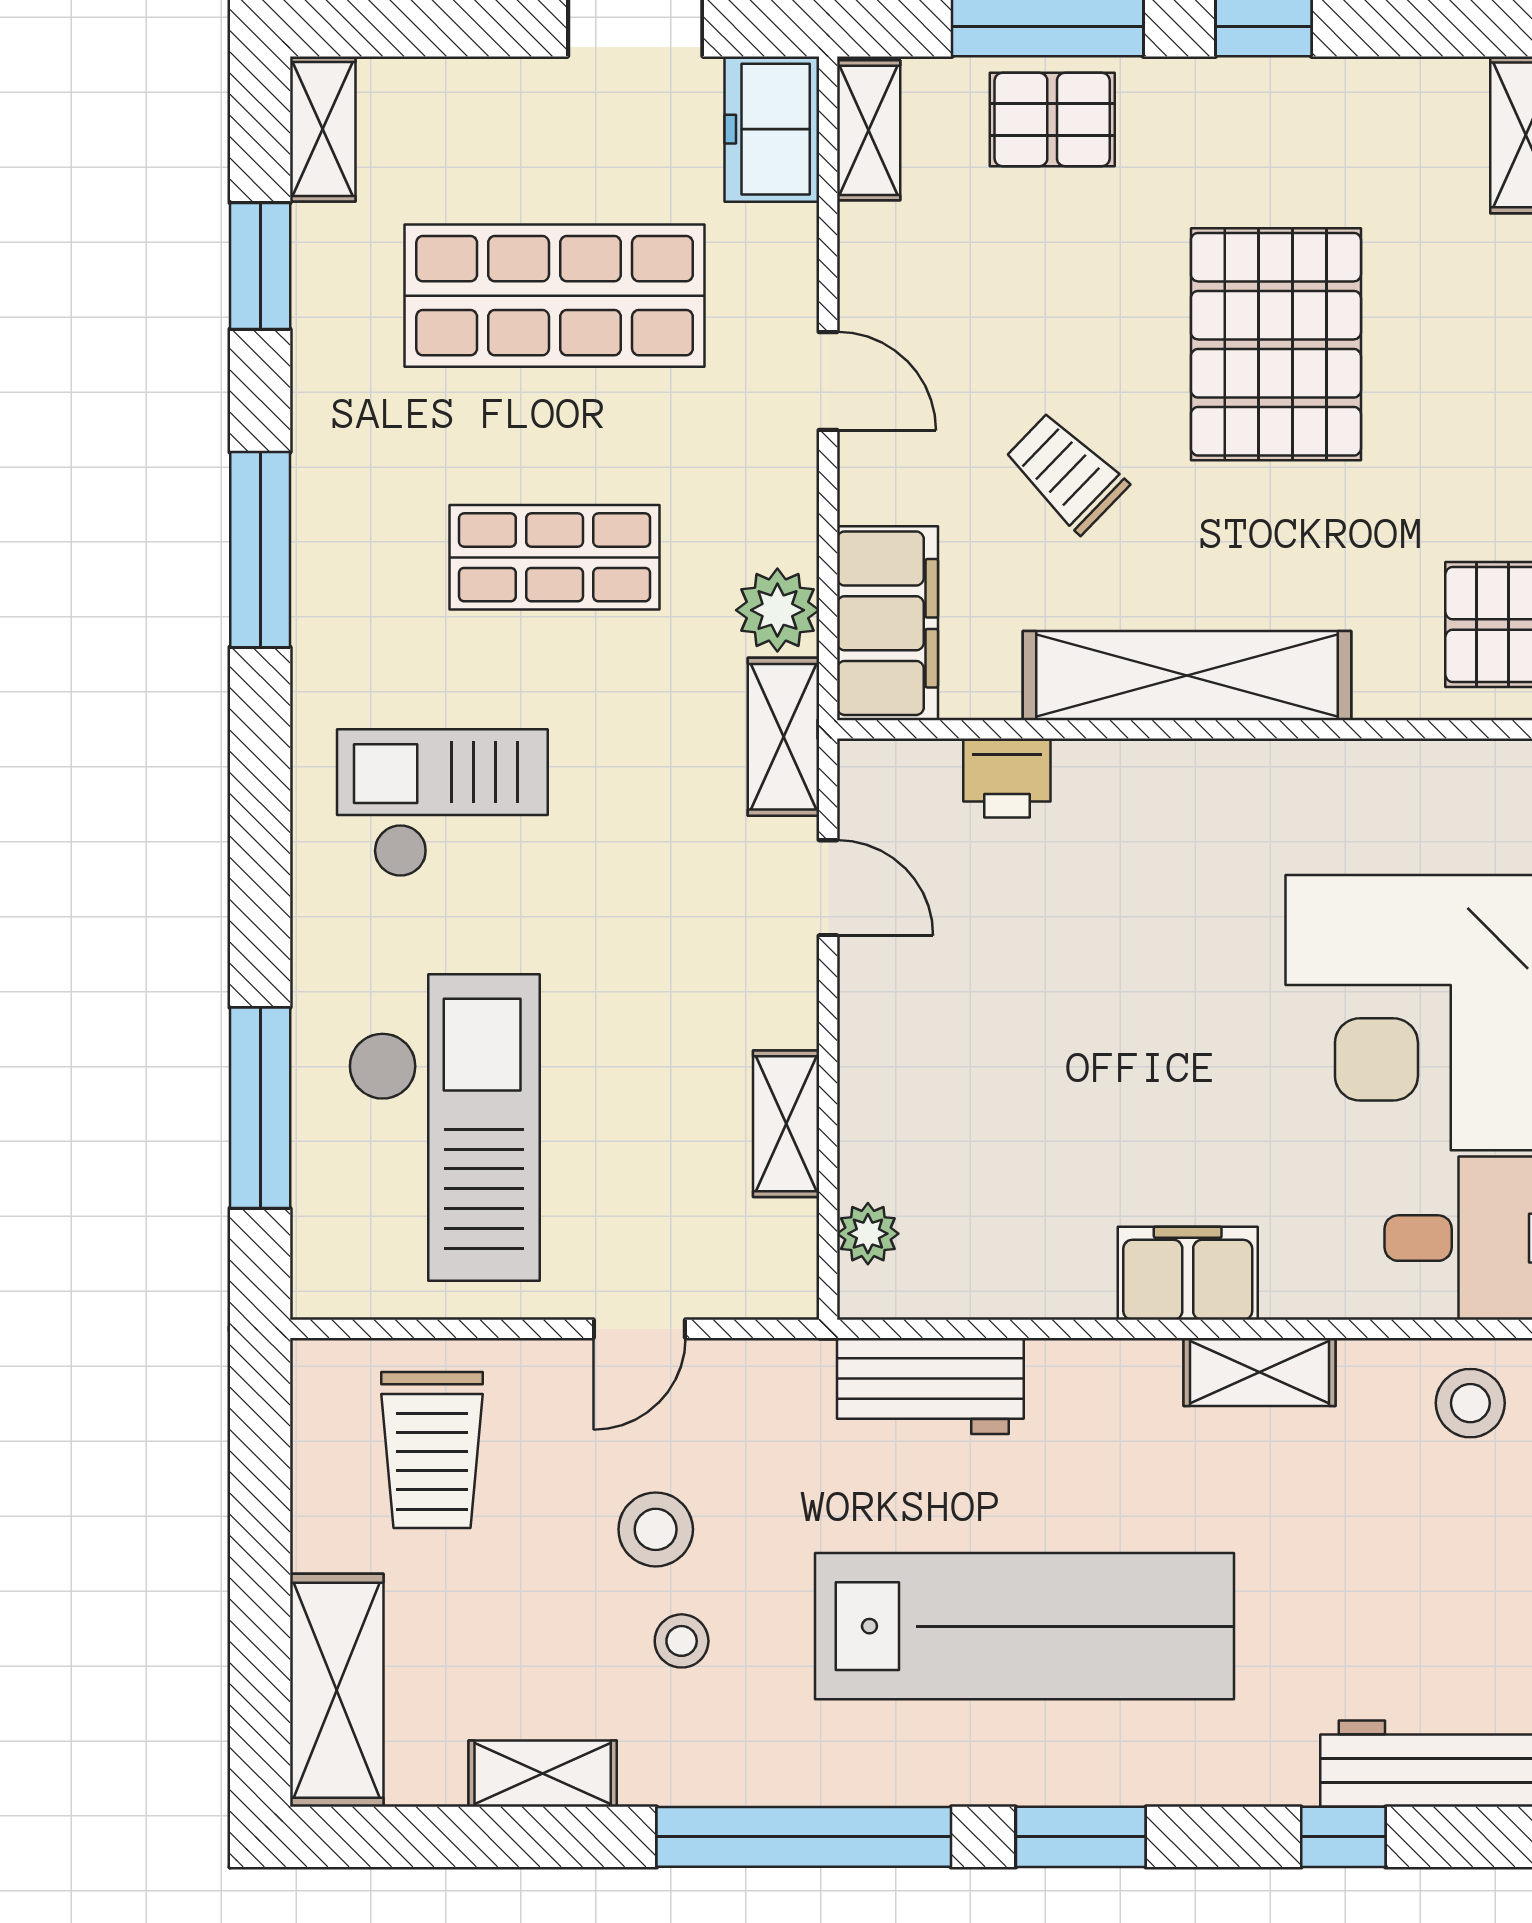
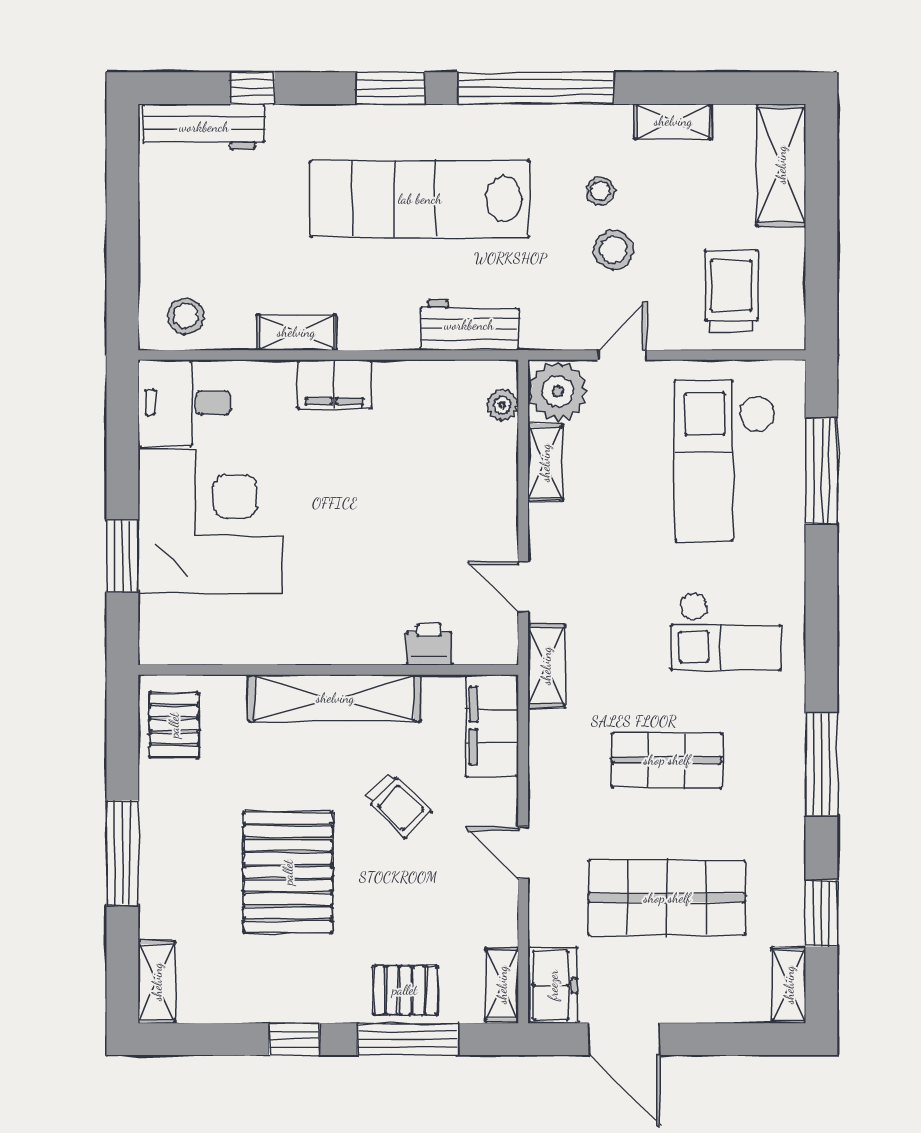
plant: (777, 610) -> (558, 391), moved, width x1.36, depth x1.36

